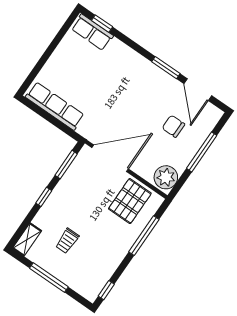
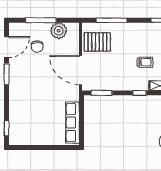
row of seats: (92, 32) -> (15, 130), removed
plant: (166, 177) -> (59, 31), moved
window: (44, 197) -> (140, 93), moved

